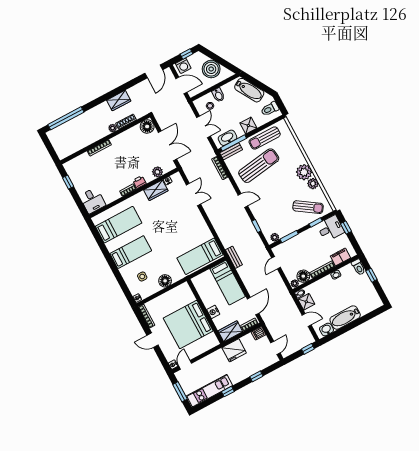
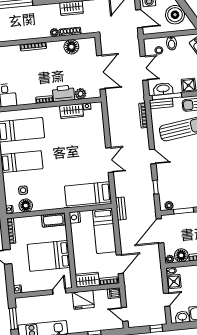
floor lamp: (147, 127) -> (71, 47), moved
printer: (139, 182) -> (63, 93), width x1.87, depth x1.48
double door: (193, 194) -> (110, 160), moved
door: (276, 263) -> (160, 231), width x1.88
floor lamp: (165, 281) -> (26, 205), moved
cot: (179, 292) -> (53, 220), added
nightstand: (213, 312) -> (75, 217), moved
door: (307, 320) -> (167, 300), hinge flipped
bed: (188, 324) -> (49, 256), width x0.73
door: (275, 348) -> (125, 314), swing flipped
door: (185, 365) -> (59, 291), moved

